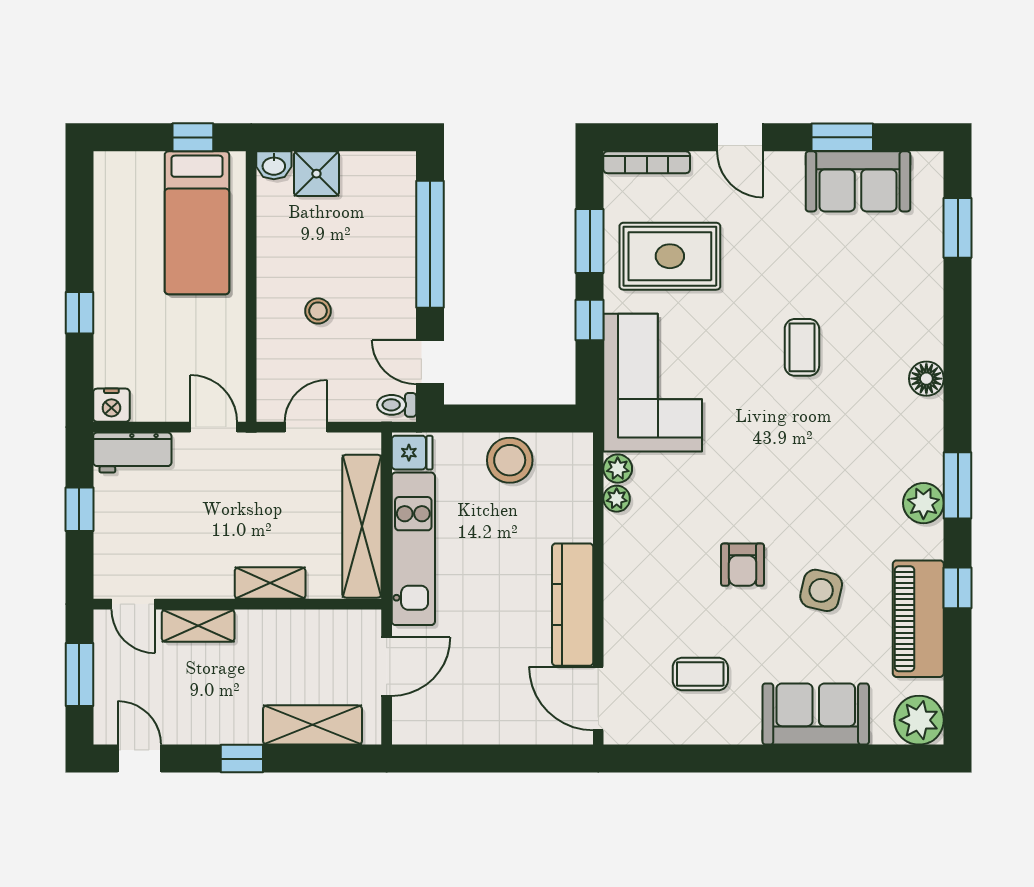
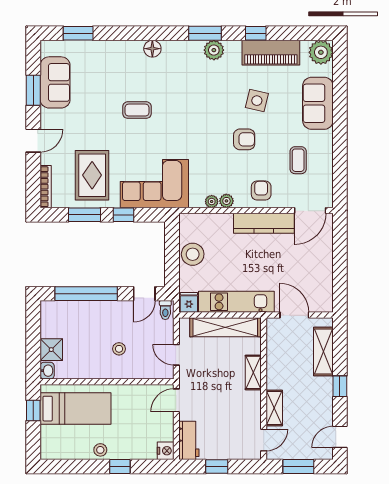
stool: (113, 273) -> (100, 450), added
plant: (618, 469) -> (226, 201), moved
armchair: (639, 599) -> (261, 191), added

